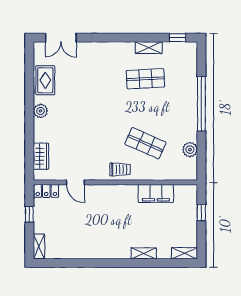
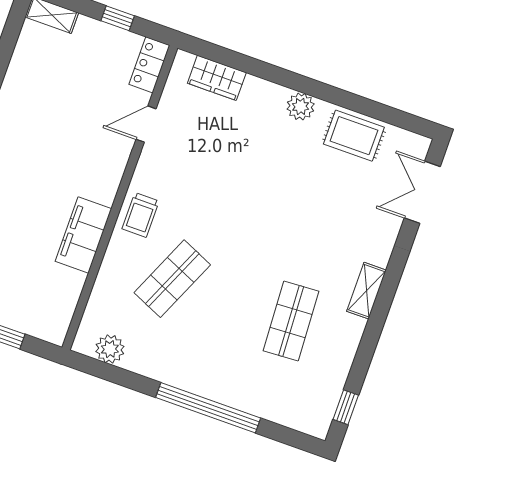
shelving: (149, 48) -> (366, 291), moved
plant: (190, 150) -> (110, 349), moved
filing cabinet: (156, 193) -> (83, 235), moved

